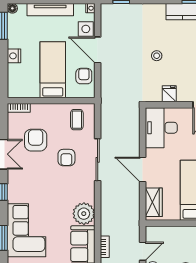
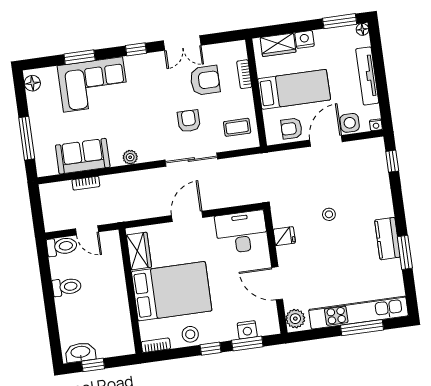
armchair: (84, 76) -> (292, 129), turned 180
wardrobe: (15, 78) -> (278, 45), added
bookcase: (19, 108) -> (244, 74), moved
armchair: (66, 158) -> (189, 121), turned 90
wardrobe: (154, 202) -> (139, 251), moved, turned -90
plant: (84, 214) -> (130, 157), width x0.53, depth x0.53

